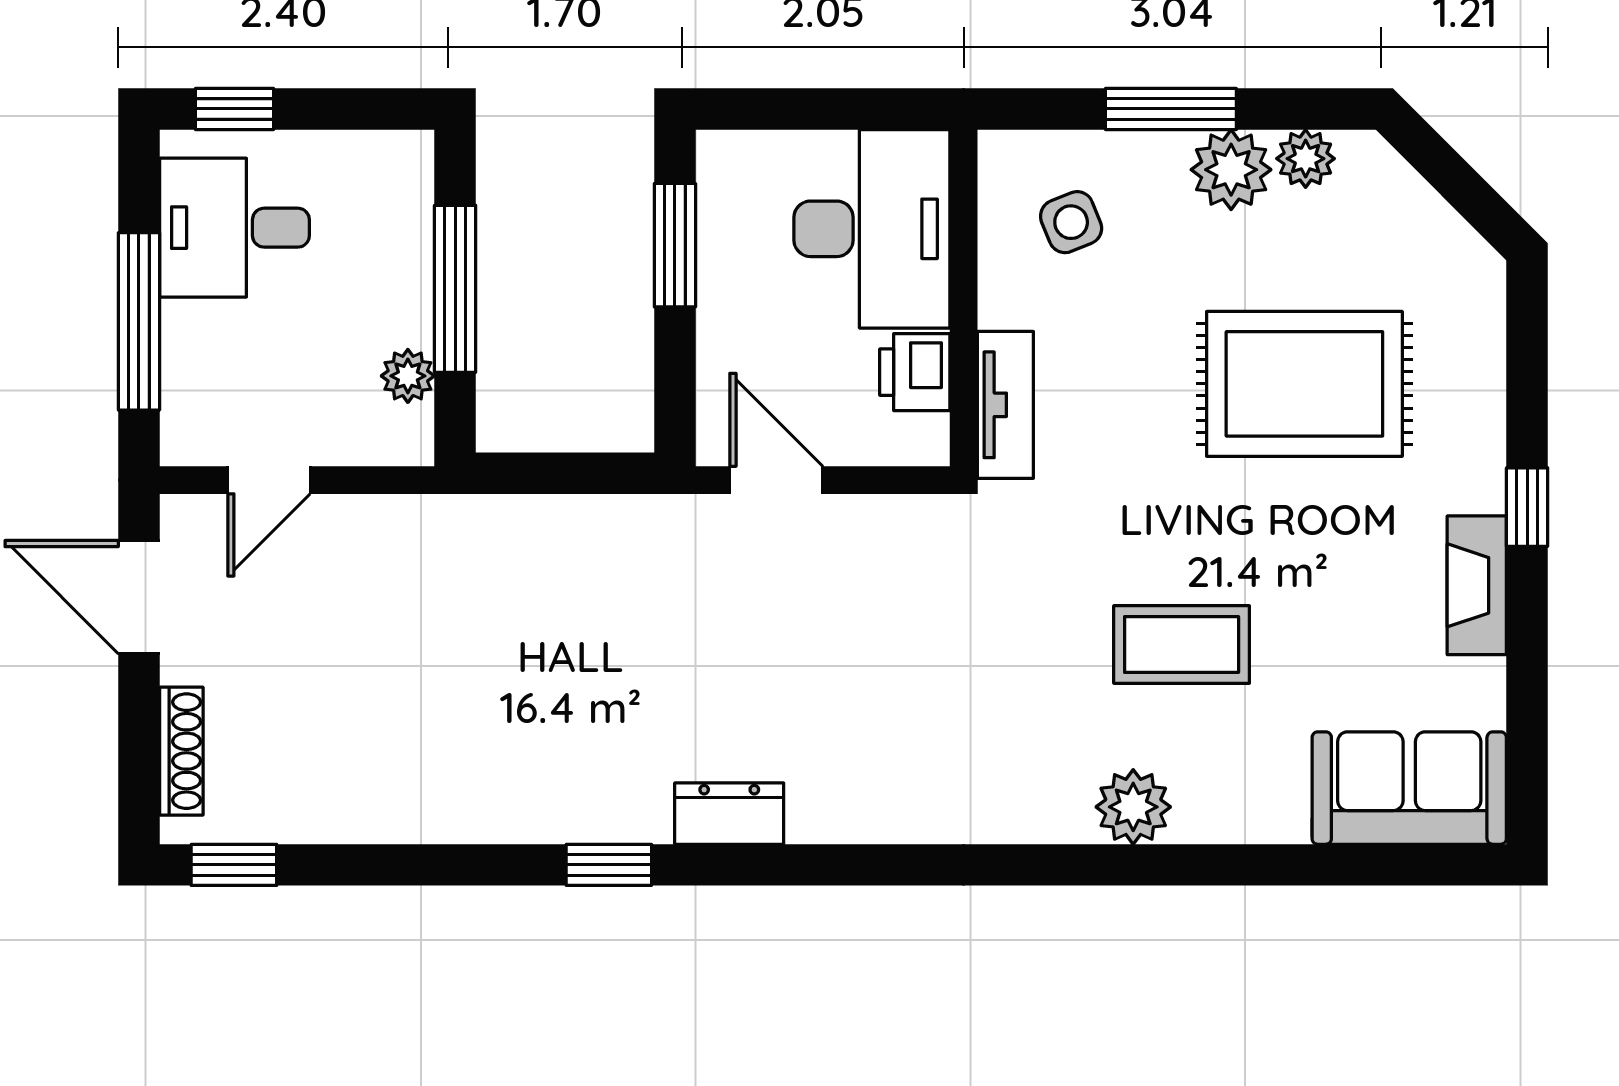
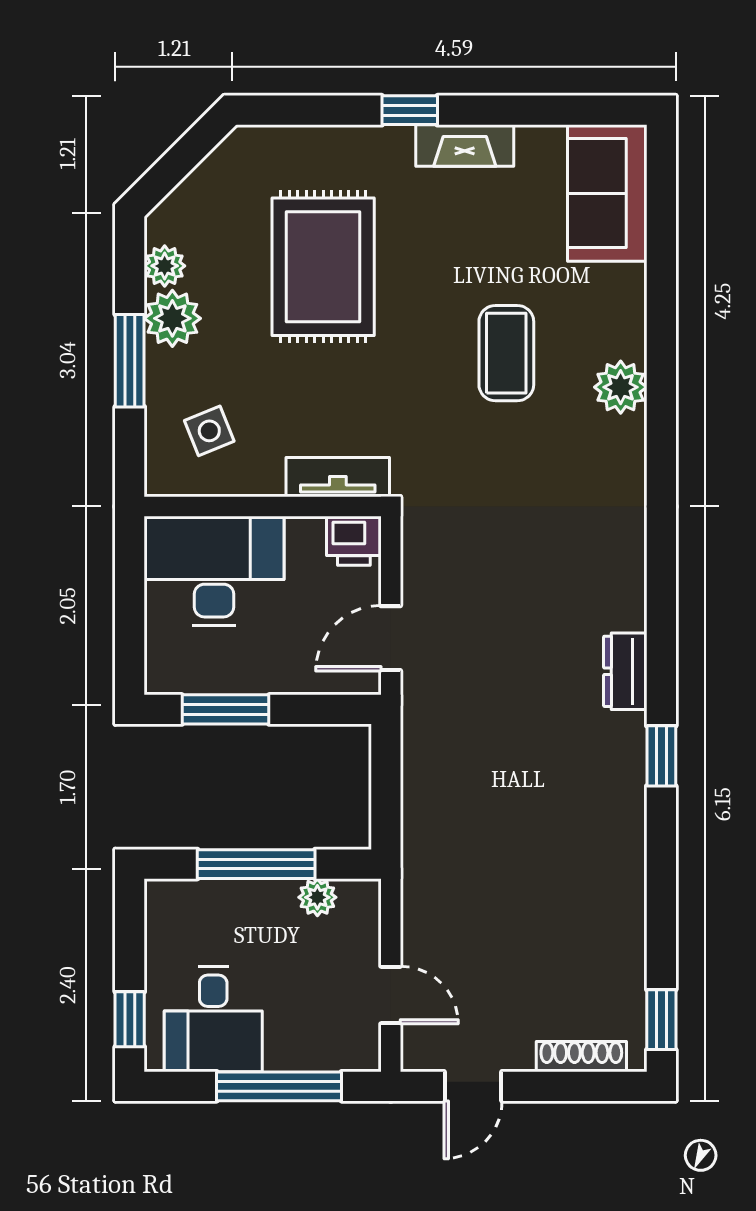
printer: (915, 372) -> (354, 541), moved
door: (139, 597) -> (473, 1086), width x0.73

